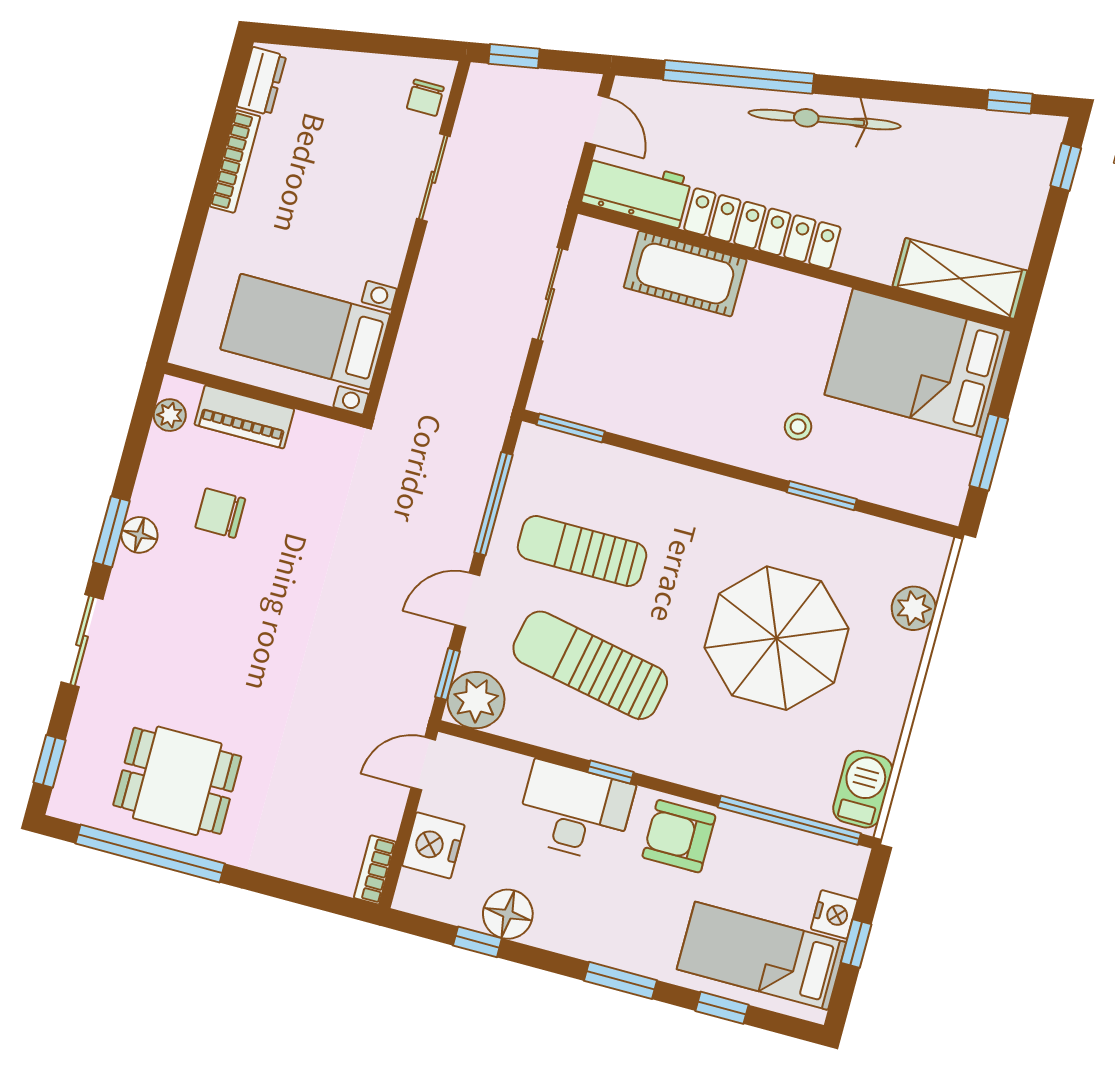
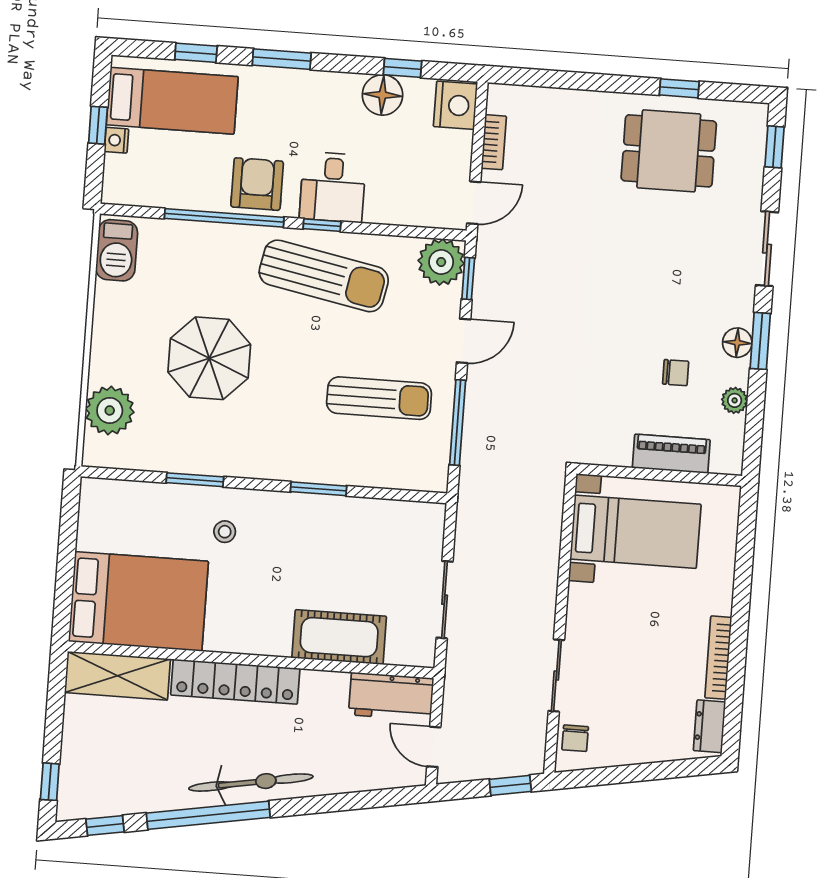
window: (739, 77) -> (208, 815), moved
chair: (425, 98) -> (575, 738), turned 180
locker: (762, 229) -> (235, 682), moved
plant: (170, 415) -> (735, 400), moved
window: (571, 428) -> (319, 489), moved
window: (989, 452) -> (67, 541), removed
chair: (220, 513) -> (676, 373), width x0.73, depth x0.73
plant: (914, 608) -> (110, 410), width x1.36, depth x1.36
parasol: (776, 638) -> (209, 358), width x0.73, depth x0.73
sun lounger: (590, 665) -> (324, 276), moved
desk: (575, 811) -> (333, 187), width x0.73
window: (789, 820) -> (224, 218), moved
armchair: (679, 836) -> (257, 184), turned -90
nightstand: (433, 845) -> (455, 105), moved
window: (150, 854) -> (679, 88), width x0.32
bookcase: (375, 870) -> (494, 142), moved
nightstand: (834, 914) -> (116, 140), width x0.72, depth x0.74

